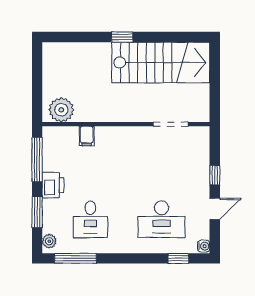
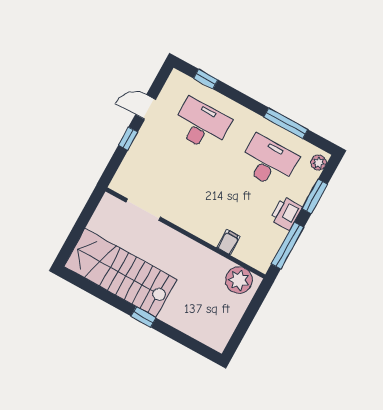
desk: (90, 219) -> (268, 162), width x1.37
water cooler: (204, 246) -> (176, 77), removed
window: (75, 258) -> (286, 123), moved

